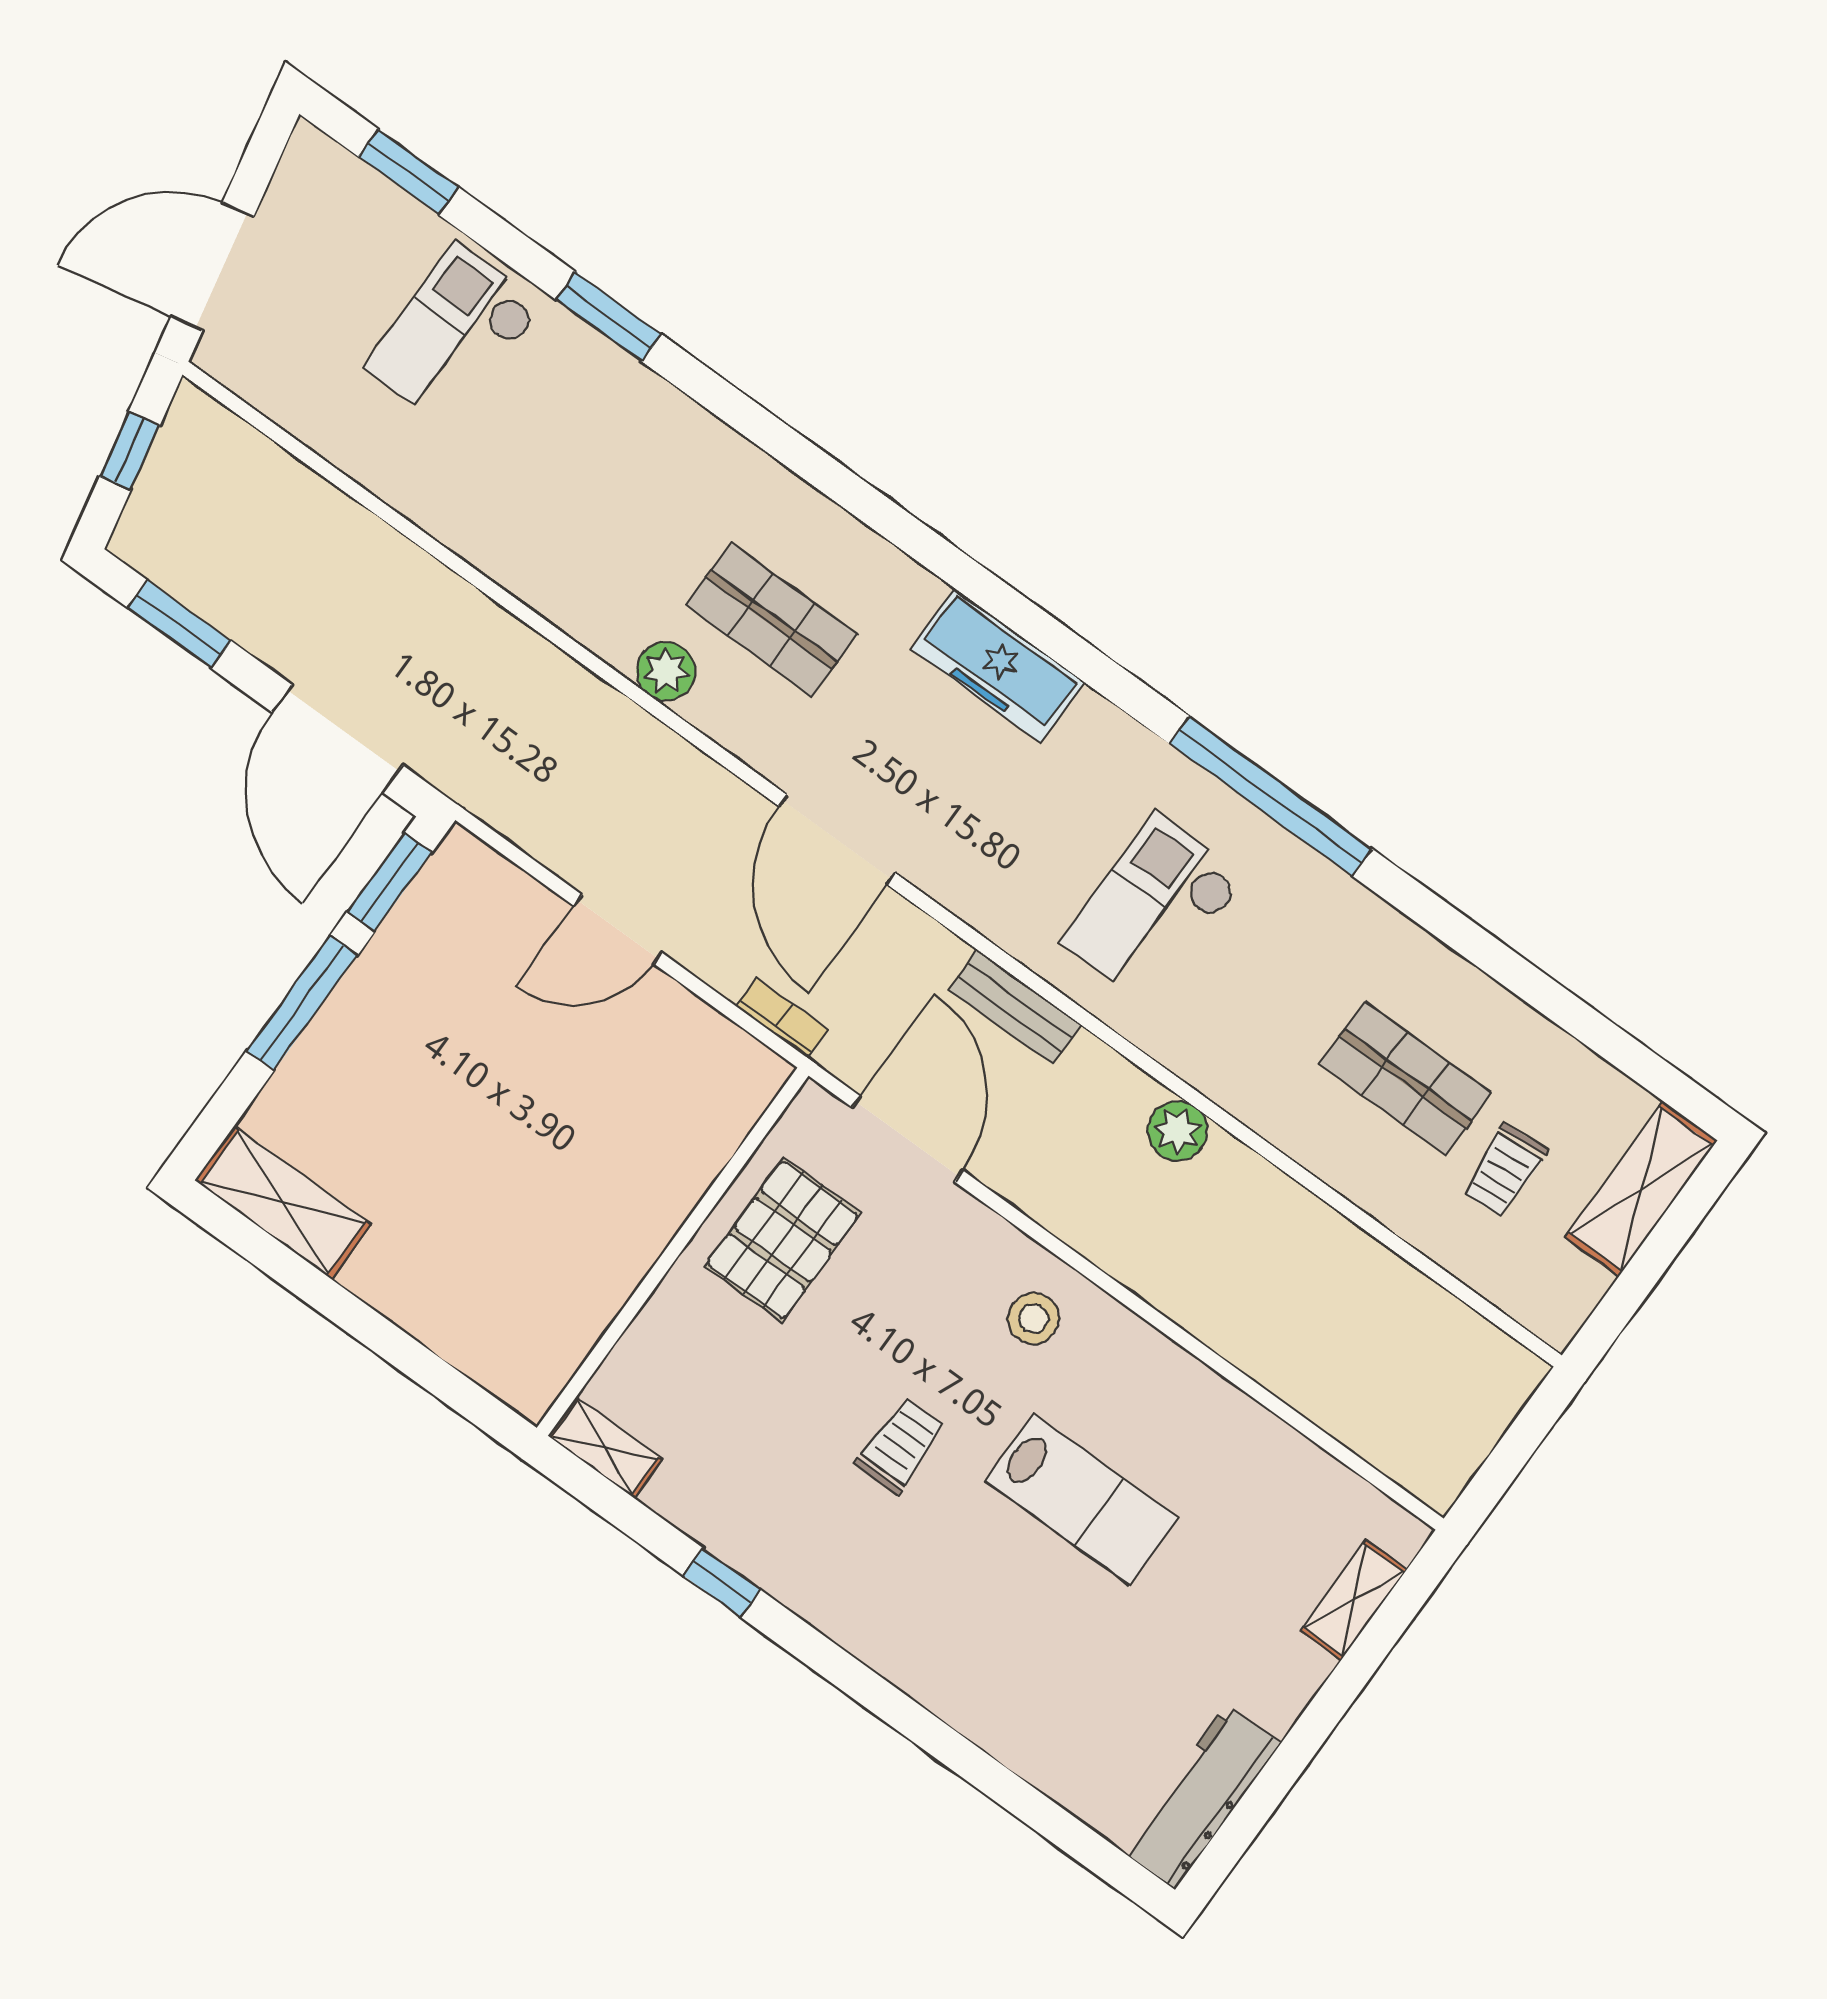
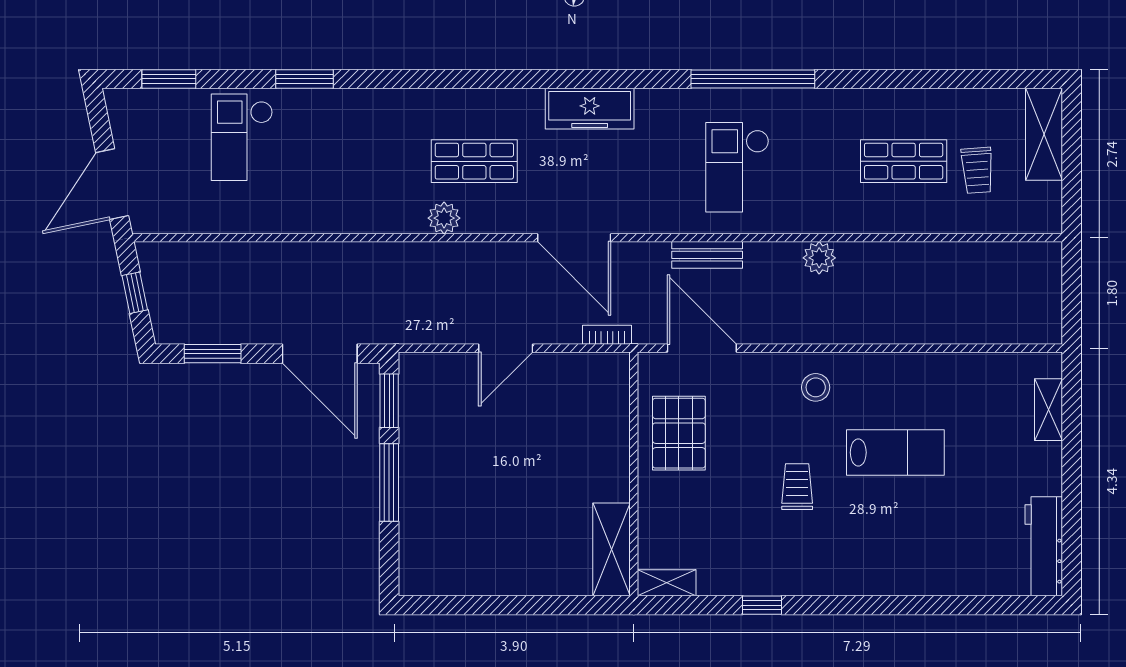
shelving: (283, 1202) -> (611, 549), moved, turned 90

